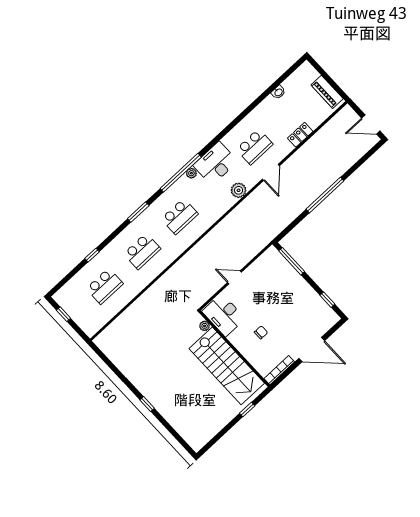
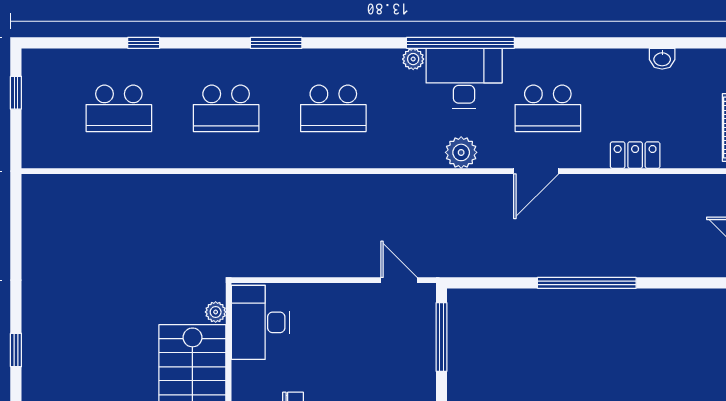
window: (181, 173) -> (460, 43), moved
door: (234, 277) -> (399, 280), moved

